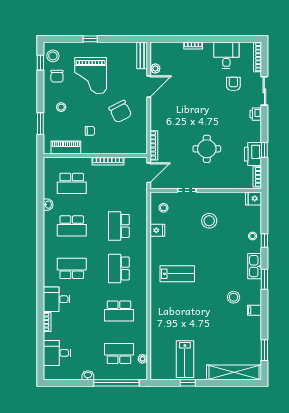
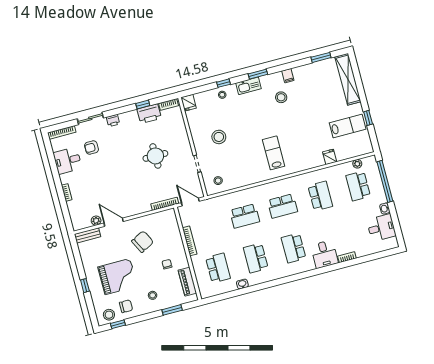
school desk: (72, 226) -> (256, 258), turned 180
fridge: (157, 230) -> (330, 157), moved
desk: (57, 353) -> (381, 228), moved, turned -90

